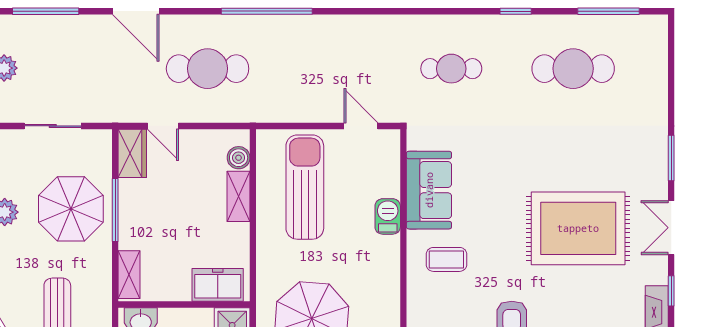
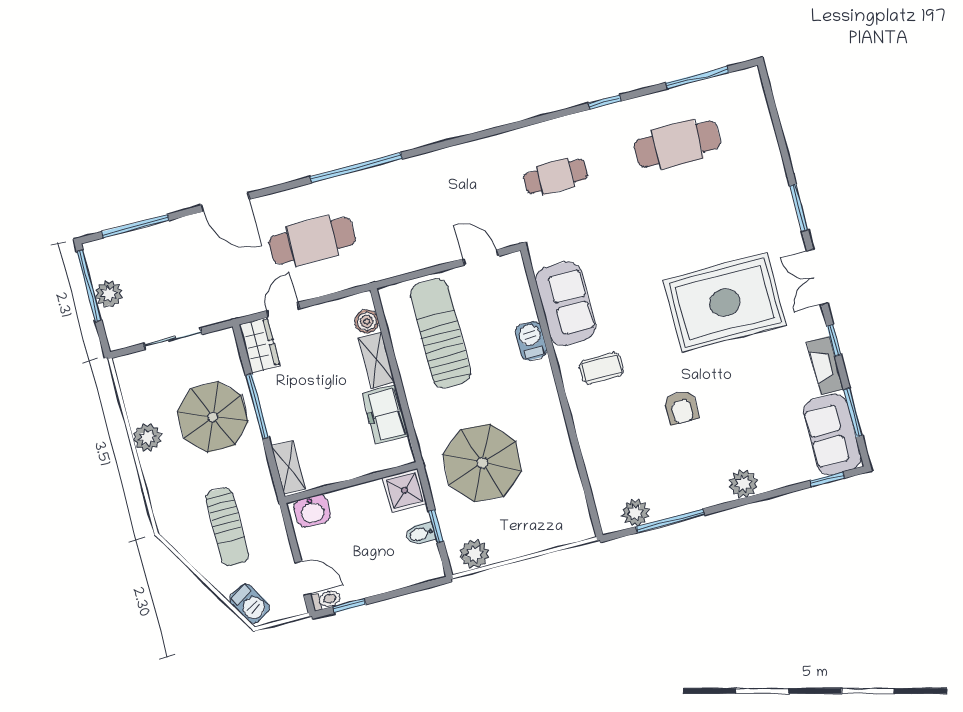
door: (163, 126) -> (283, 310), swing flipped
freezer: (218, 285) -> (386, 414), moved, turned -90

